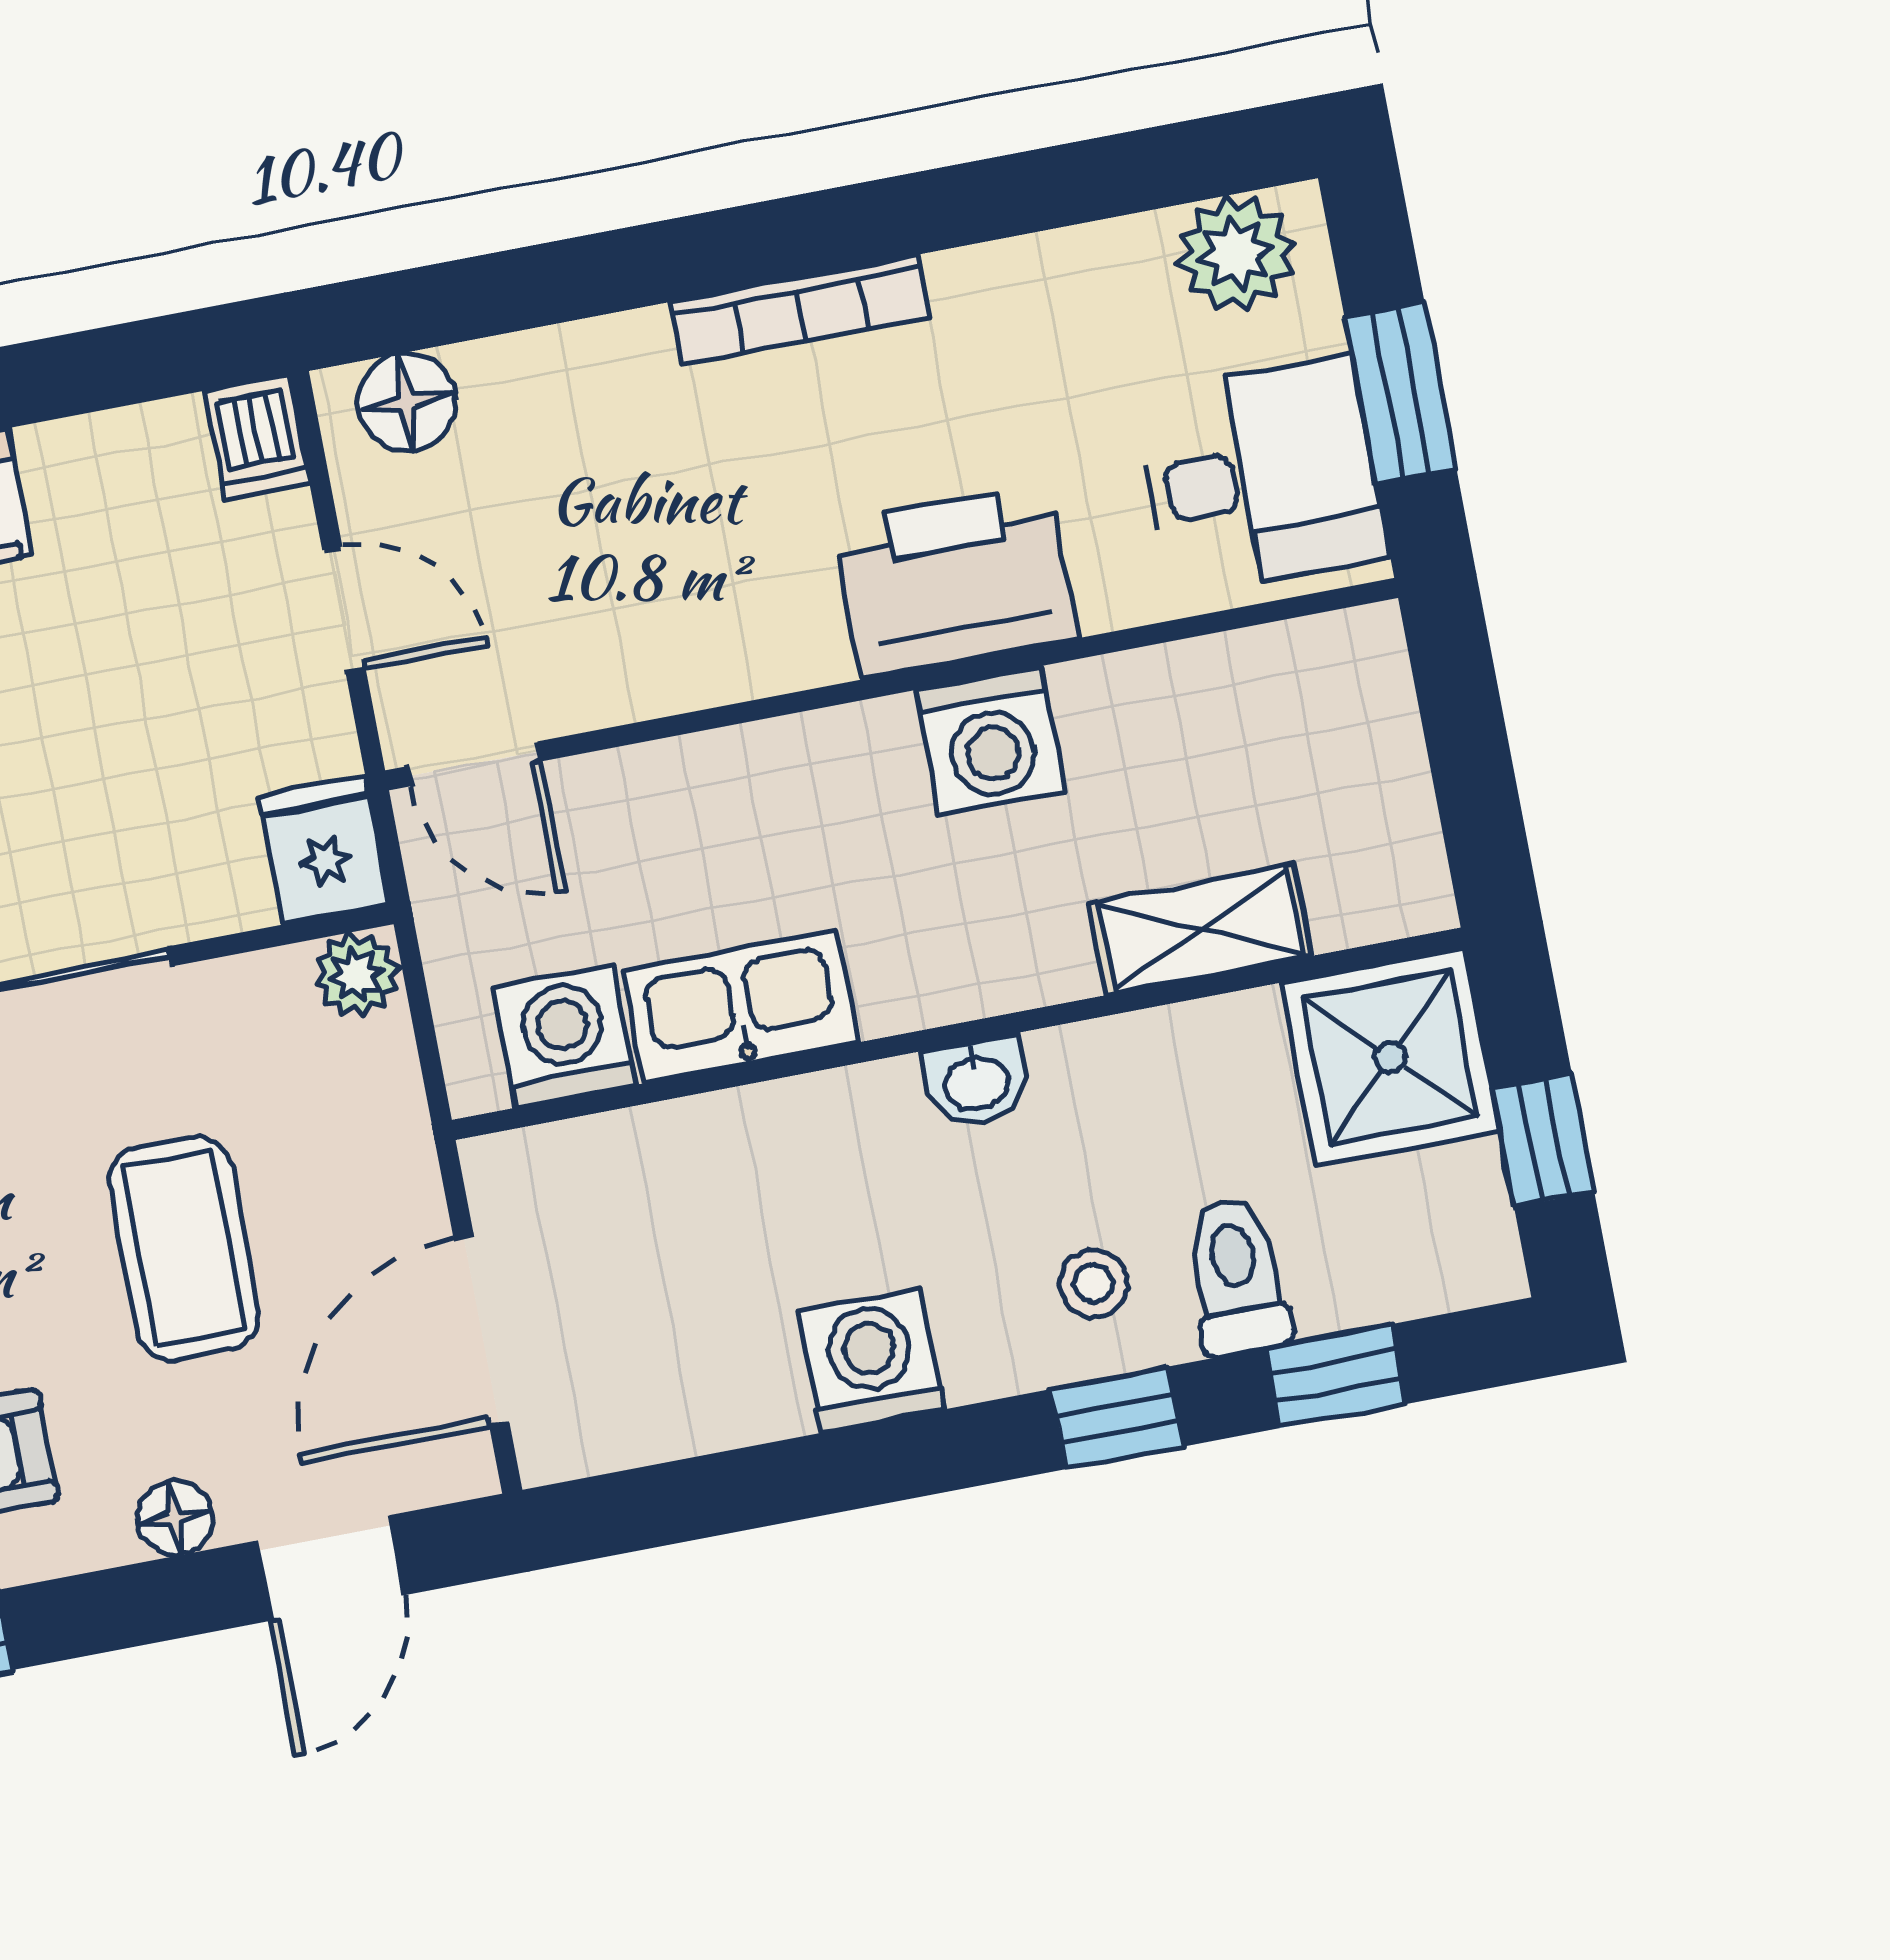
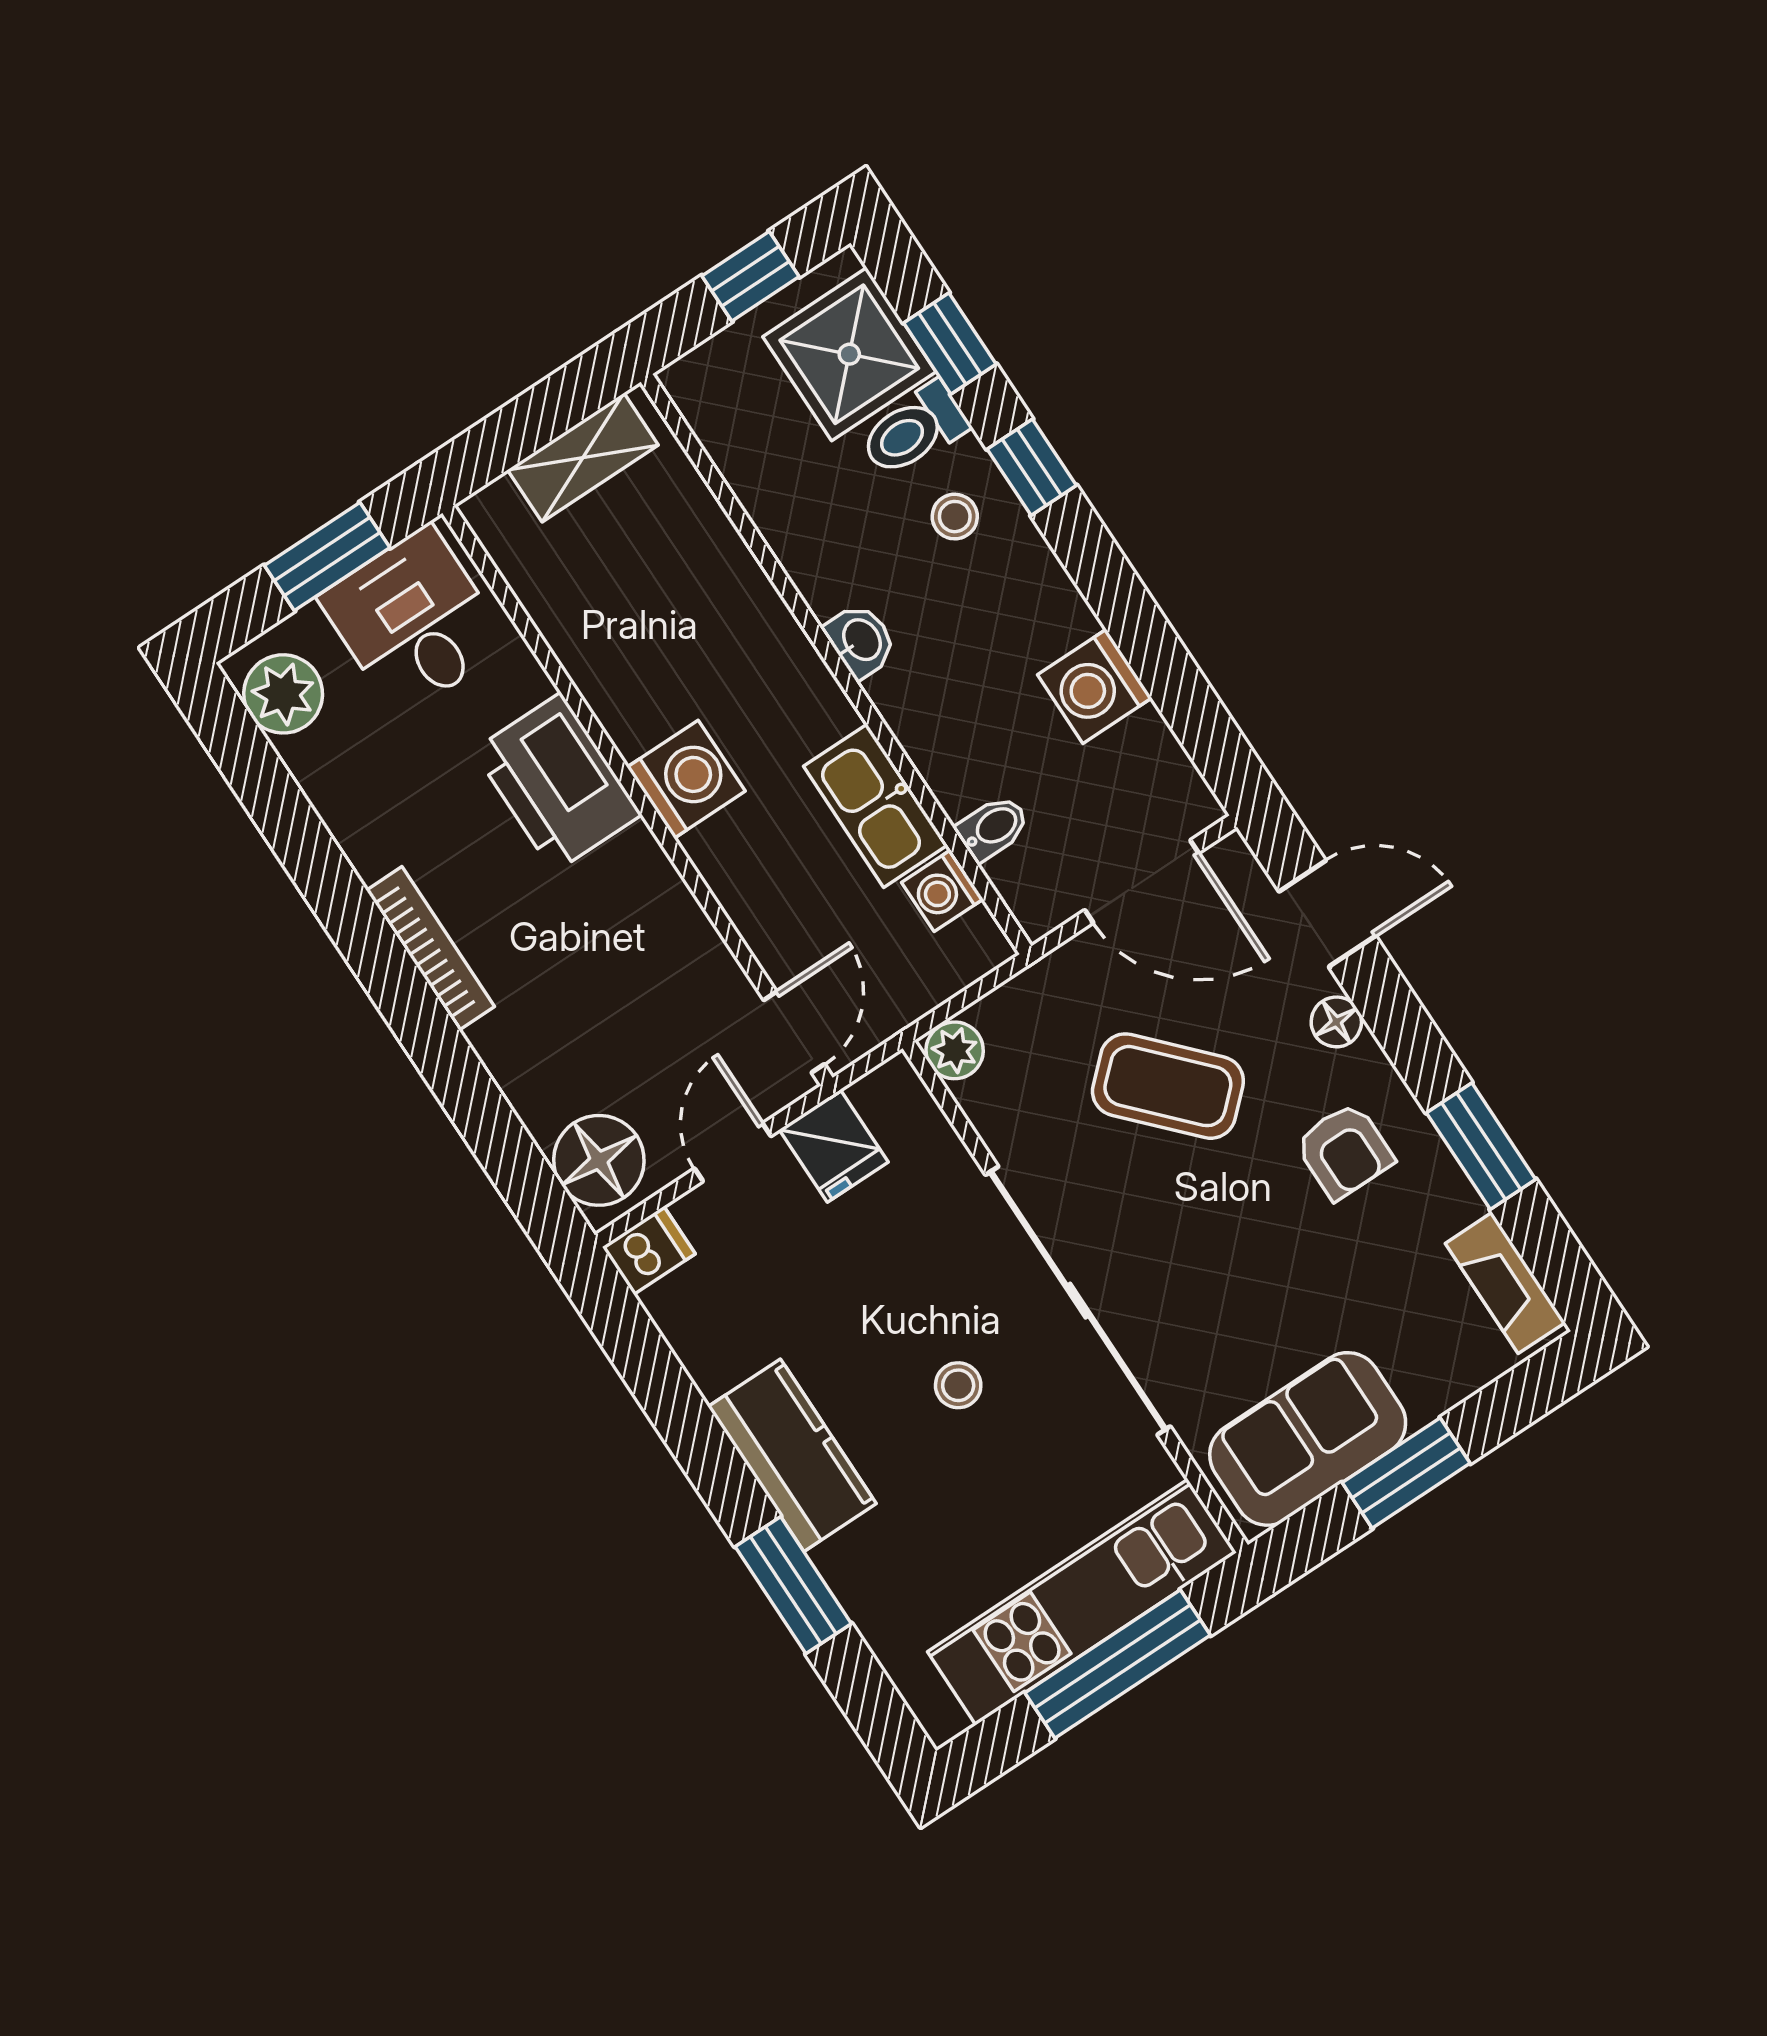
floor lamp: (407, 402) -> (599, 1160), width x1.38, depth x1.38
washing machine: (991, 741) -> (686, 779), moved
fridge: (324, 850) -> (834, 1146), moved, turned -90
shelving: (1201, 929) -> (583, 457), moved, turned 90
washing machine: (564, 1037) -> (942, 891), width x0.73, depth x0.73
shower: (1390, 1057) -> (849, 354), moved
bidet: (642, 1156) -> (993, 828), added
coffee table: (184, 1248) -> (1168, 1086), turned 47
washing machine: (871, 1360) -> (1095, 686), moved

